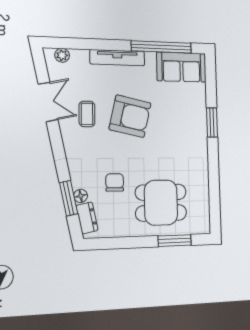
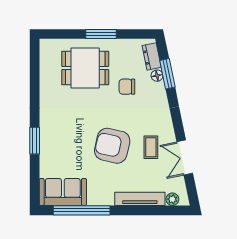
tv unit: (117, 58) -> (140, 199), moved
chair: (115, 182) -> (127, 87), turned 90
window: (175, 241) -> (101, 34), moved

